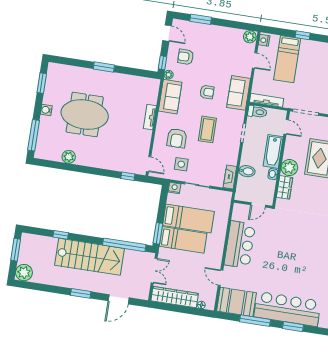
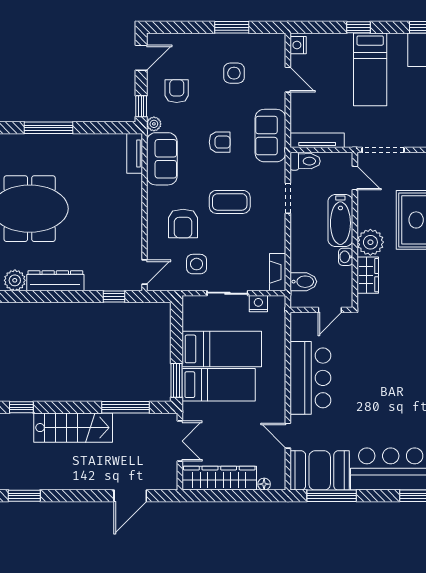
window: (201, 19) -> (232, 27), moved
door: (167, 33) -> (141, 58), hinge flipped
plant: (250, 37) -> (274, 43), removed
side table: (222, 51) -> (234, 73), added
armchair: (186, 57) -> (177, 91), turned 90
bed: (287, 59) -> (370, 69), moved
window: (104, 67) -> (49, 128), width x1.44
tv unit: (150, 117) -> (135, 153), moved
coffee table: (207, 129) -> (230, 202), turned 90
dresser: (93, 161) -> (55, 281), added
door: (149, 164) -> (145, 272), hinge flipped
bidet: (247, 171) -> (303, 282), moved
nightstand: (174, 188) -> (258, 304), moved
window: (124, 245) -> (126, 407), width x0.68
stairs: (90, 257) -> (73, 428), width x0.73, depth x0.66
window: (81, 293) -> (24, 496), moved
window: (255, 321) -> (332, 496), moved

